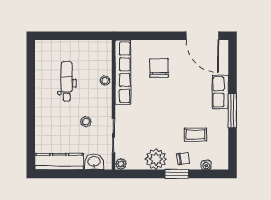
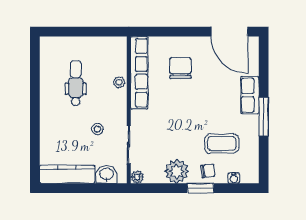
coffee table: (196, 135) -> (222, 144), width x1.36, depth x1.30

